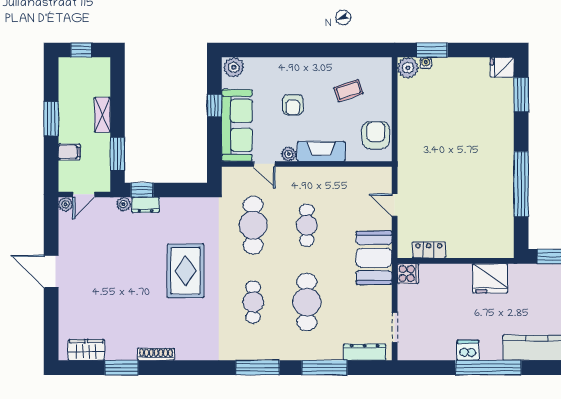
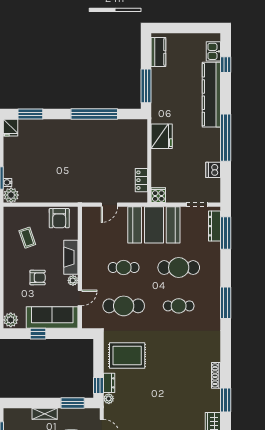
armchair: (376, 135) -> (59, 218), turned -90
booth: (374, 258) -> (154, 225), width x1.36, depth x1.42
rug: (185, 271) -> (127, 356), moved
dishwasher: (468, 350) -> (213, 170), moved
window: (325, 368) -> (226, 233), moved

